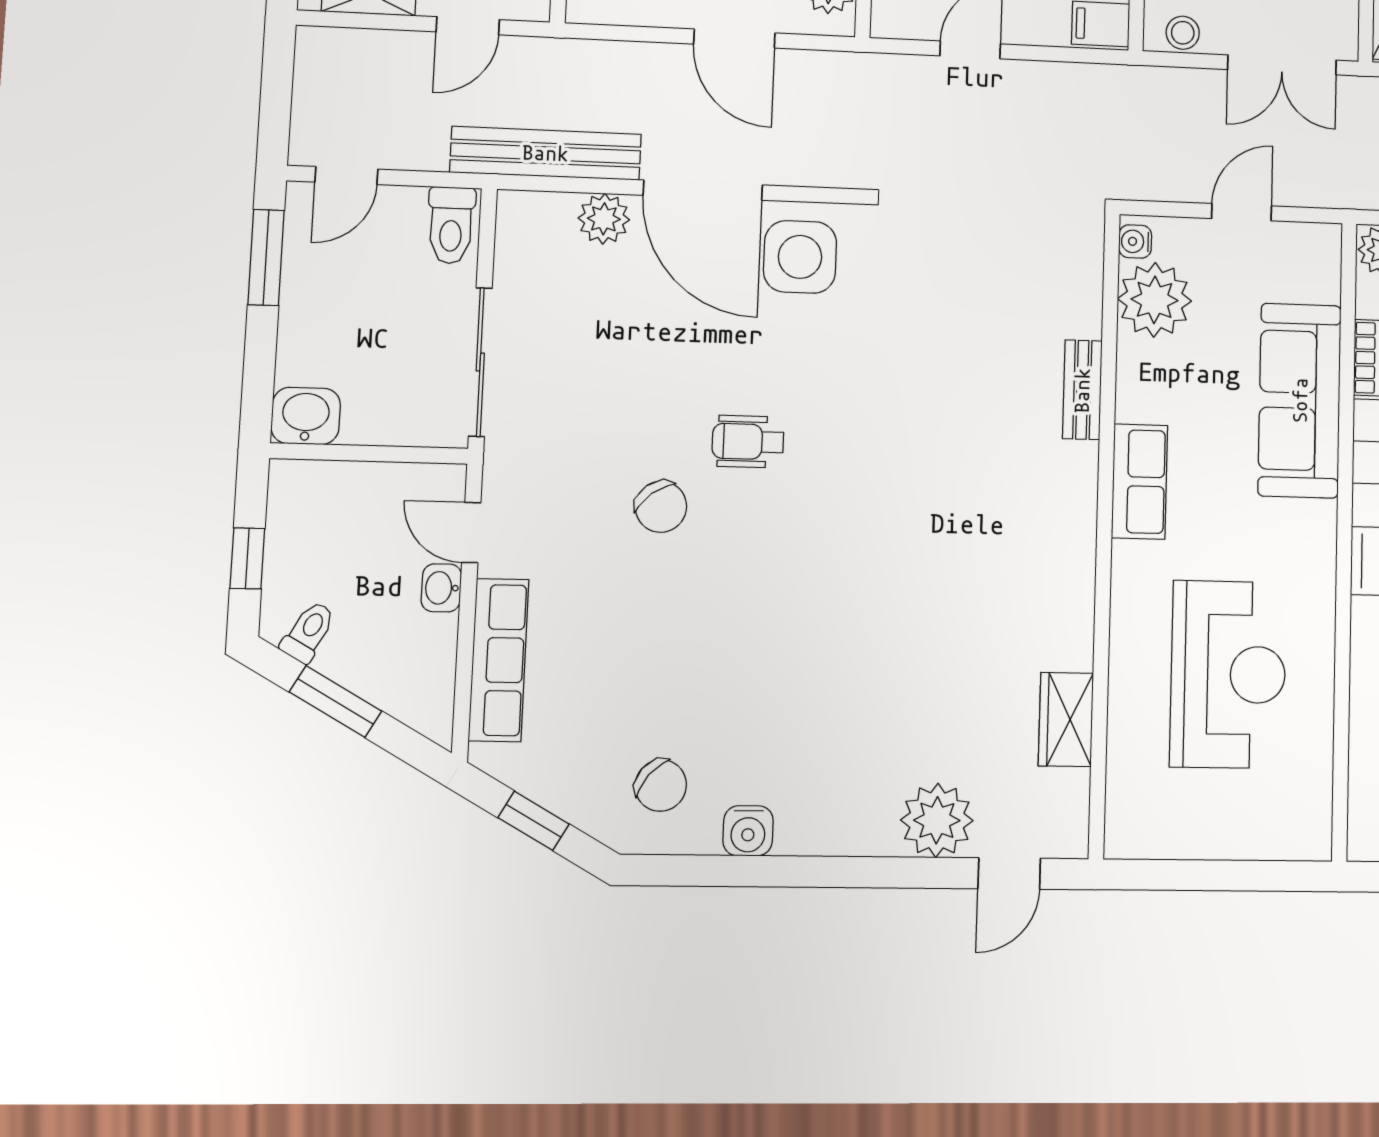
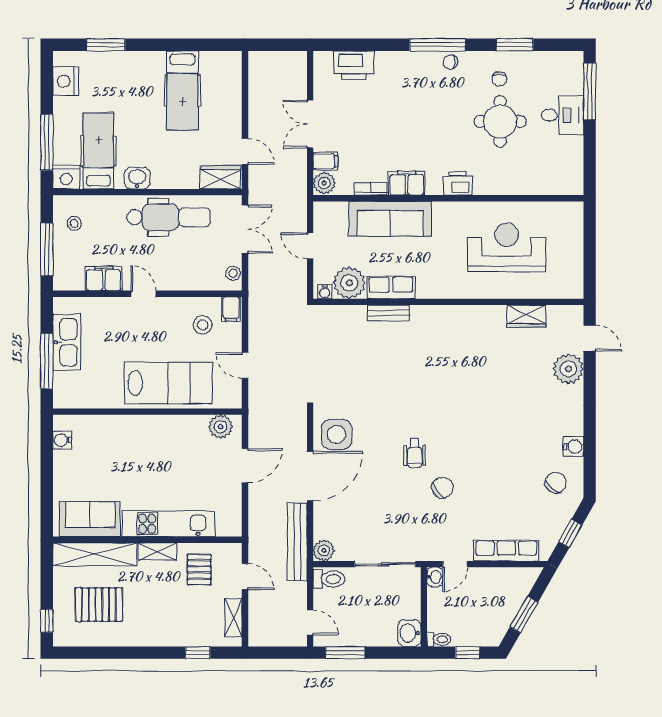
plant: (604, 219) -> (324, 550), moved
row of seats: (1140, 482) -> (391, 287), moved
washbasin: (441, 588) -> (435, 577), moved, turned -90
toilet: (308, 632) -> (439, 639), moved, turned 150

